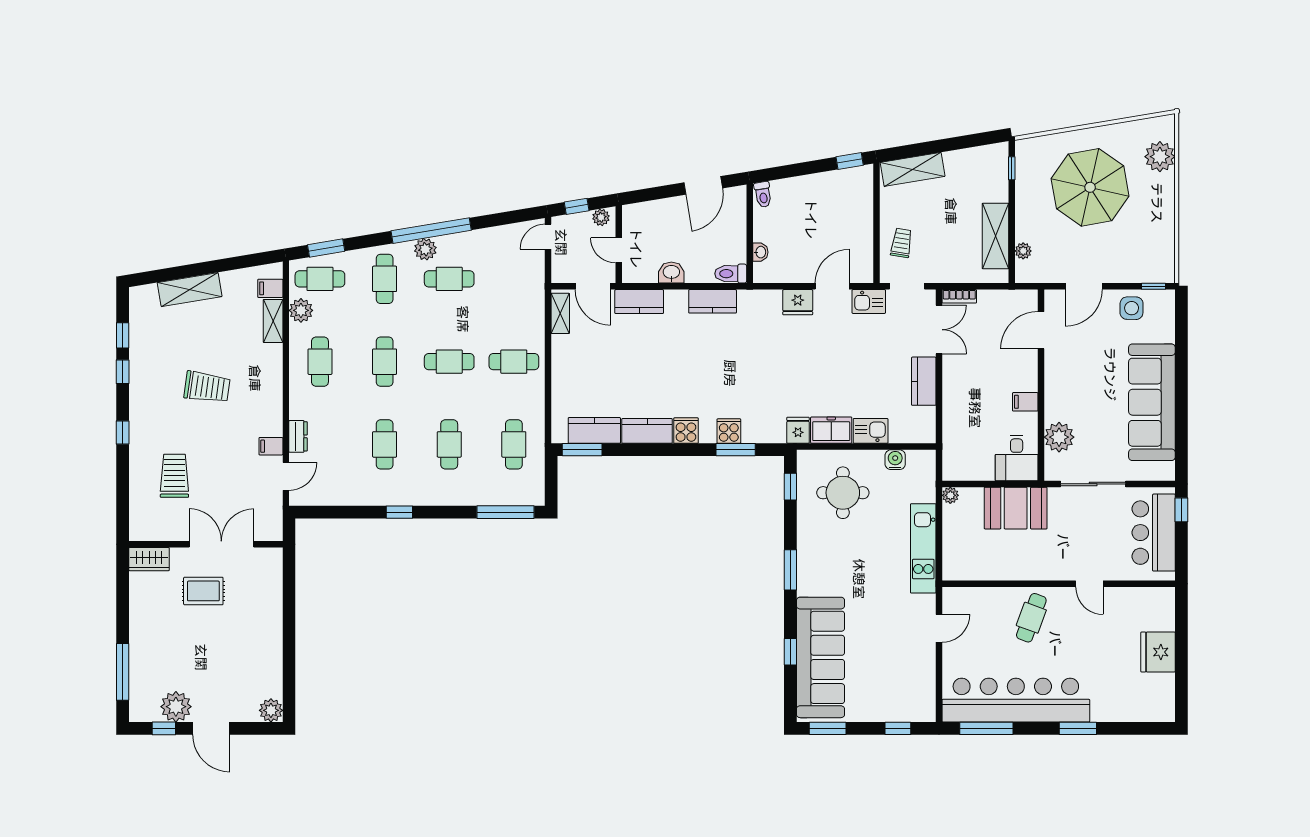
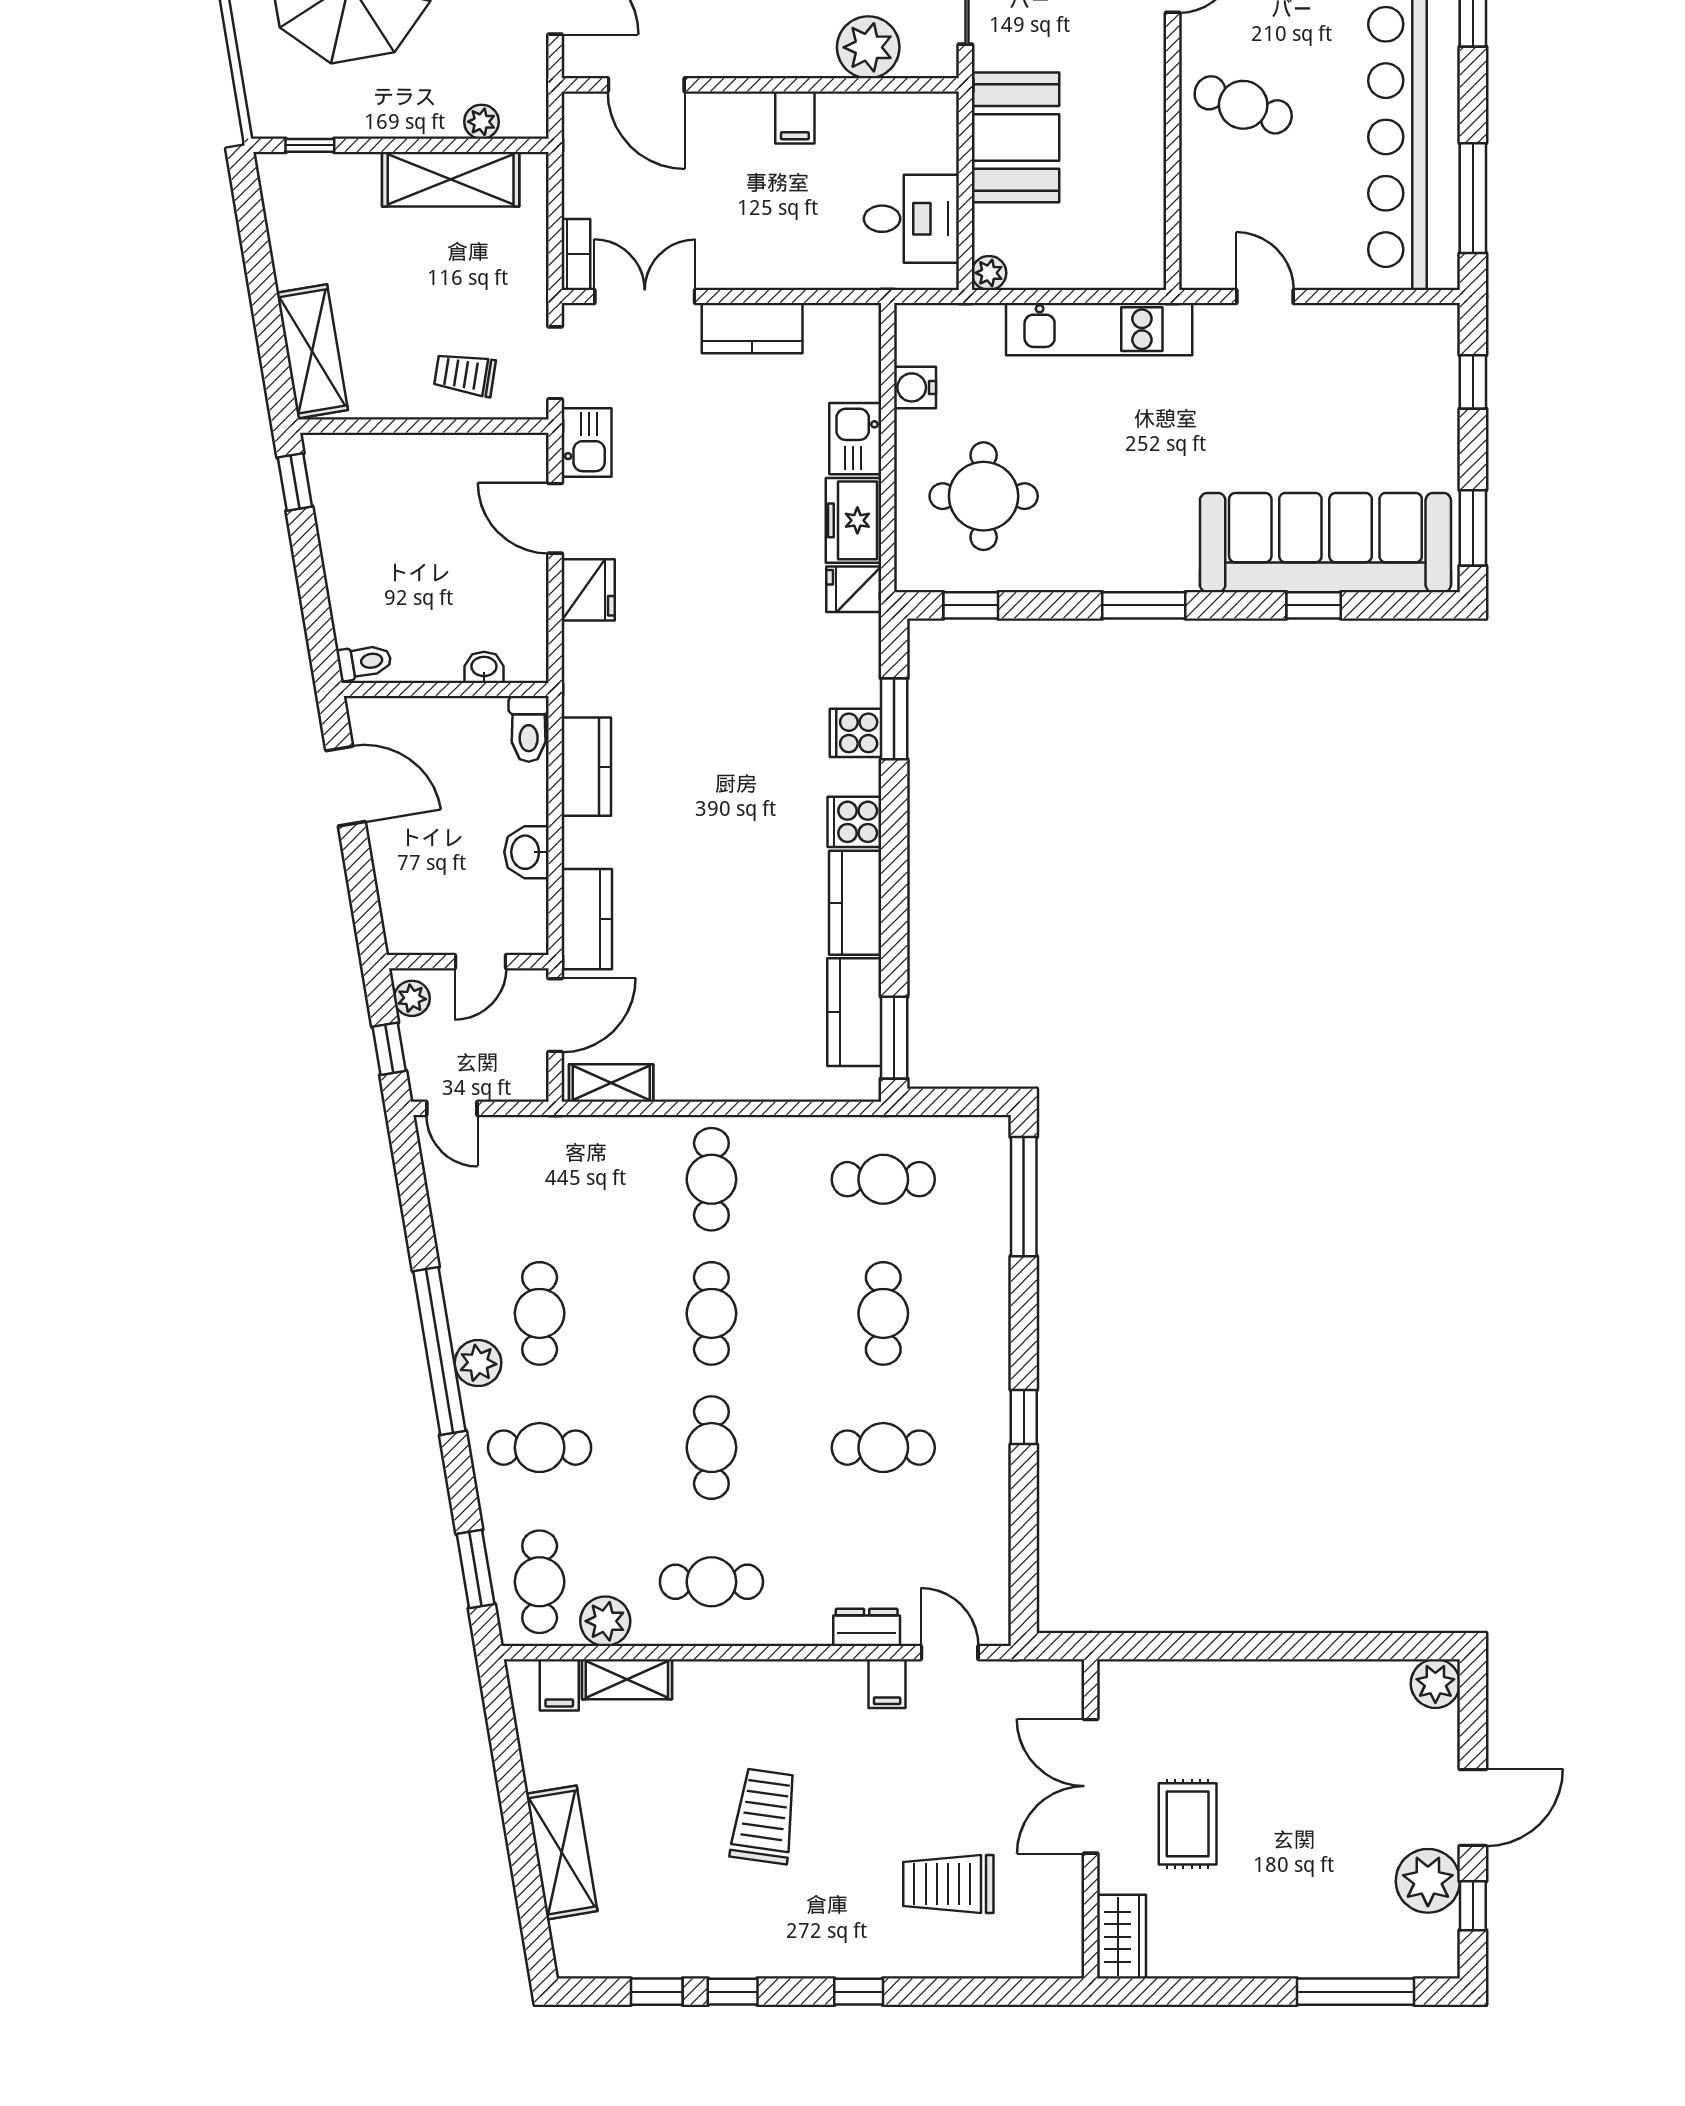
cafe table: (385, 362) -> (711, 1448), turned 90
cafe table: (449, 444) -> (883, 1313), turned 90
desk: (1017, 458) -> (911, 219), moved

